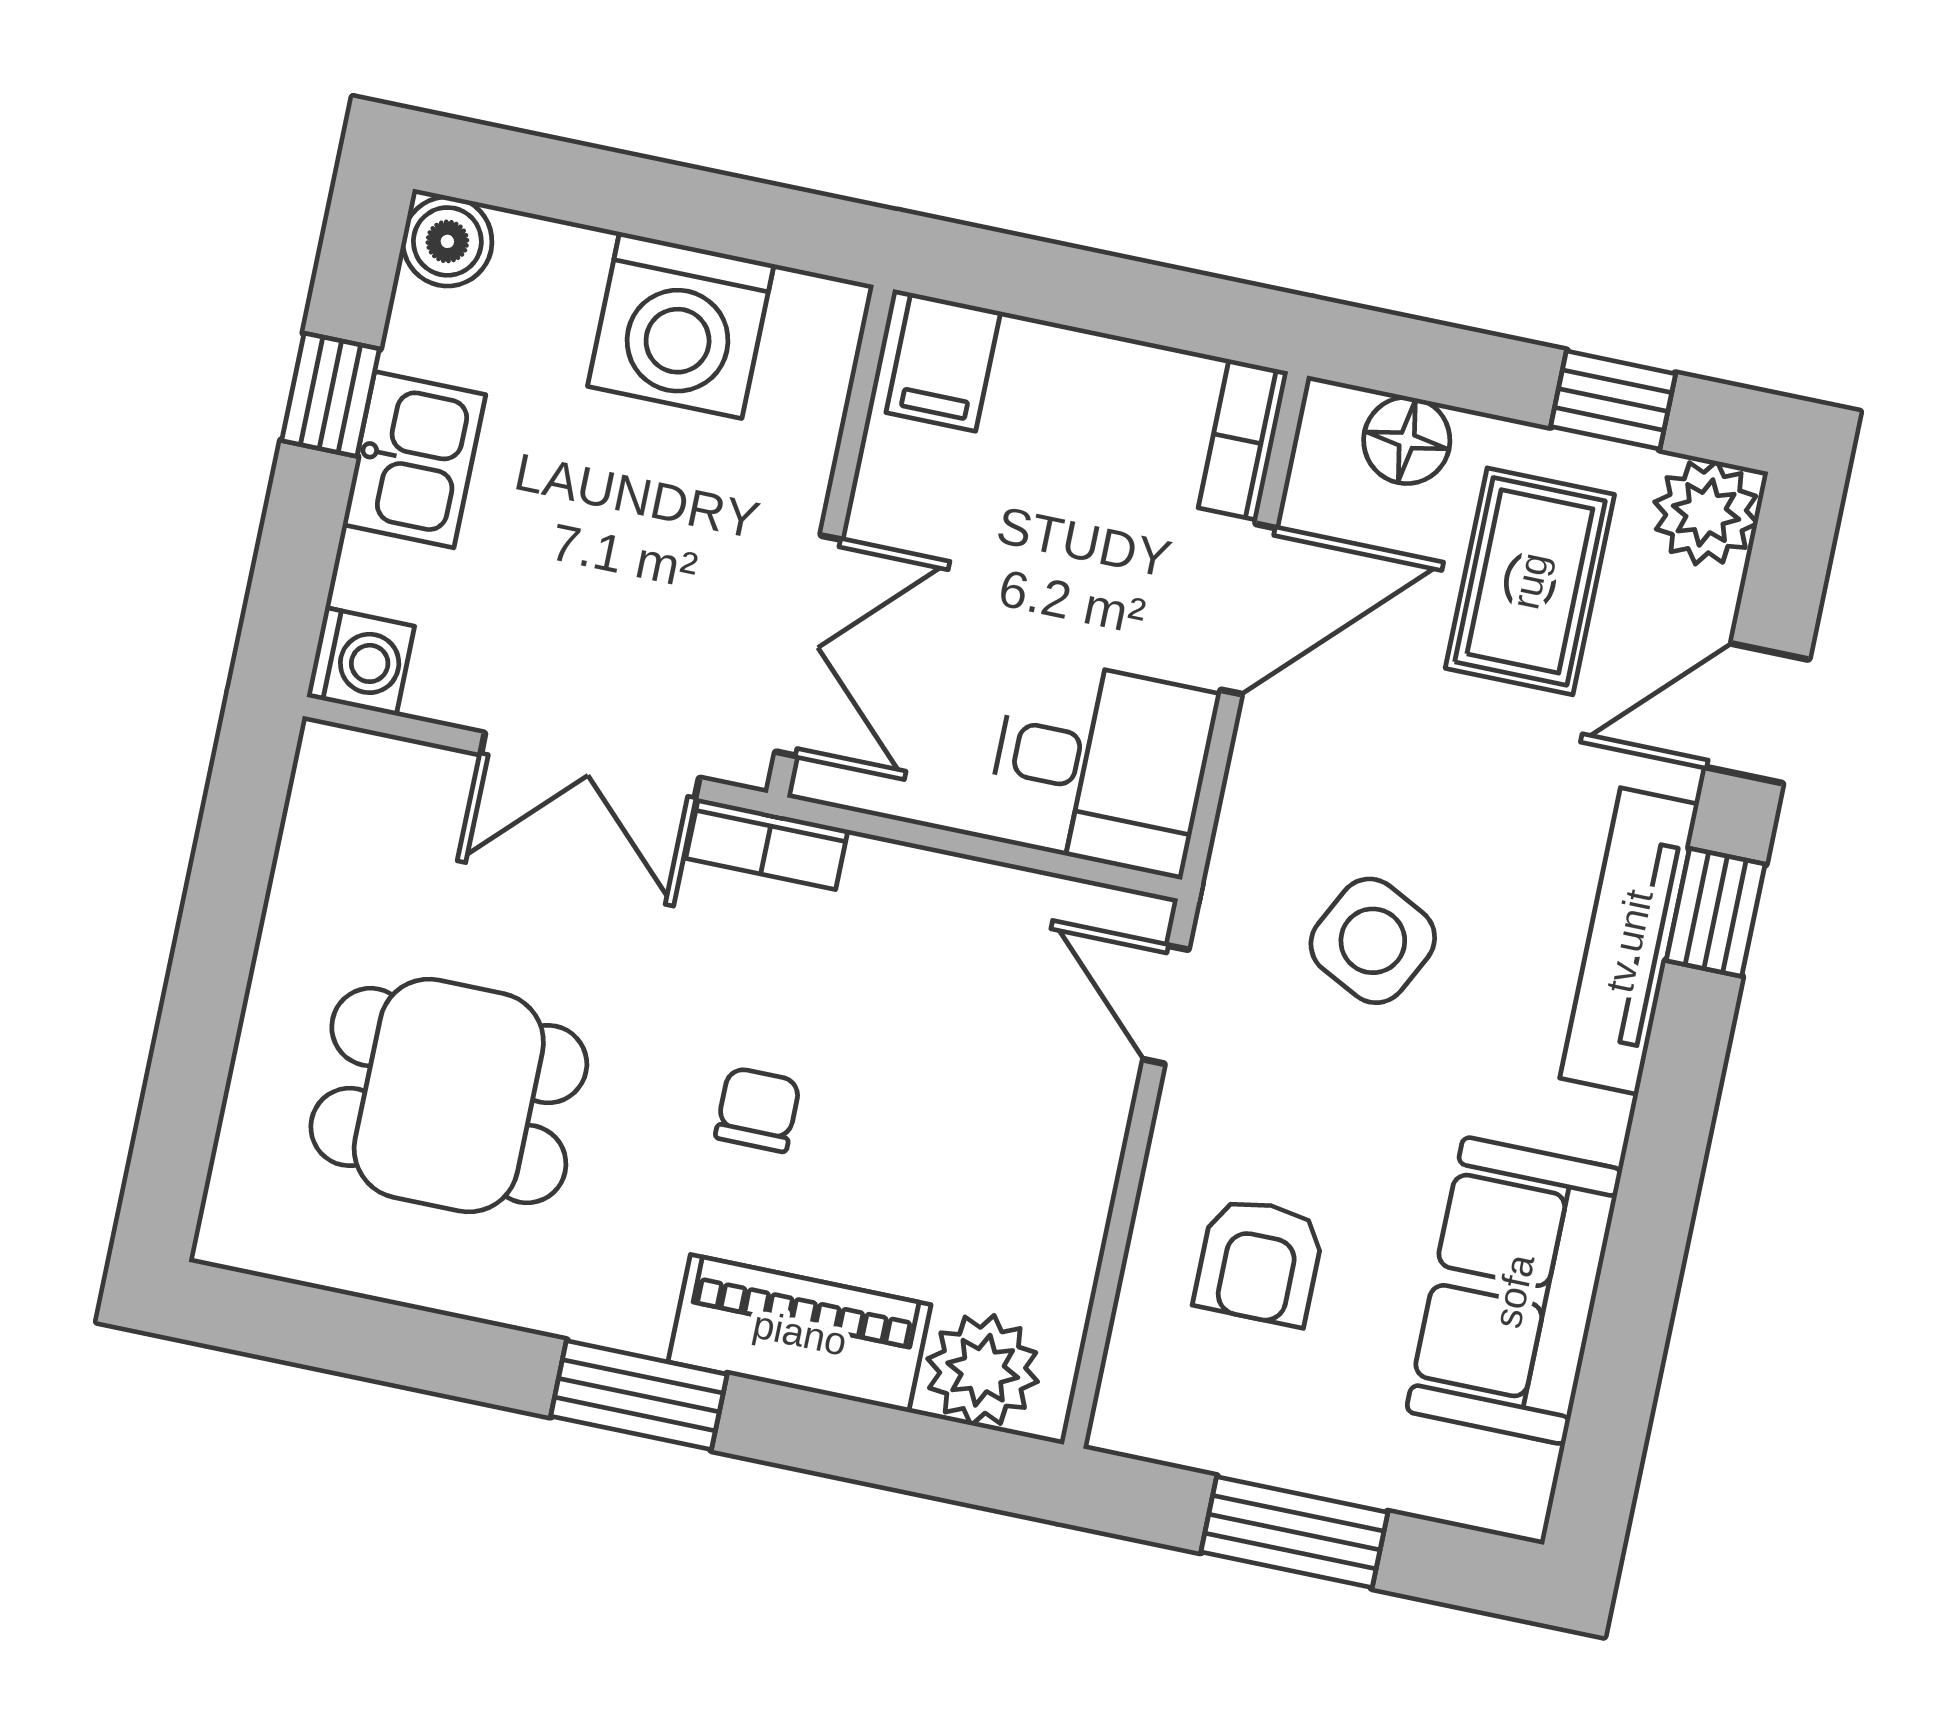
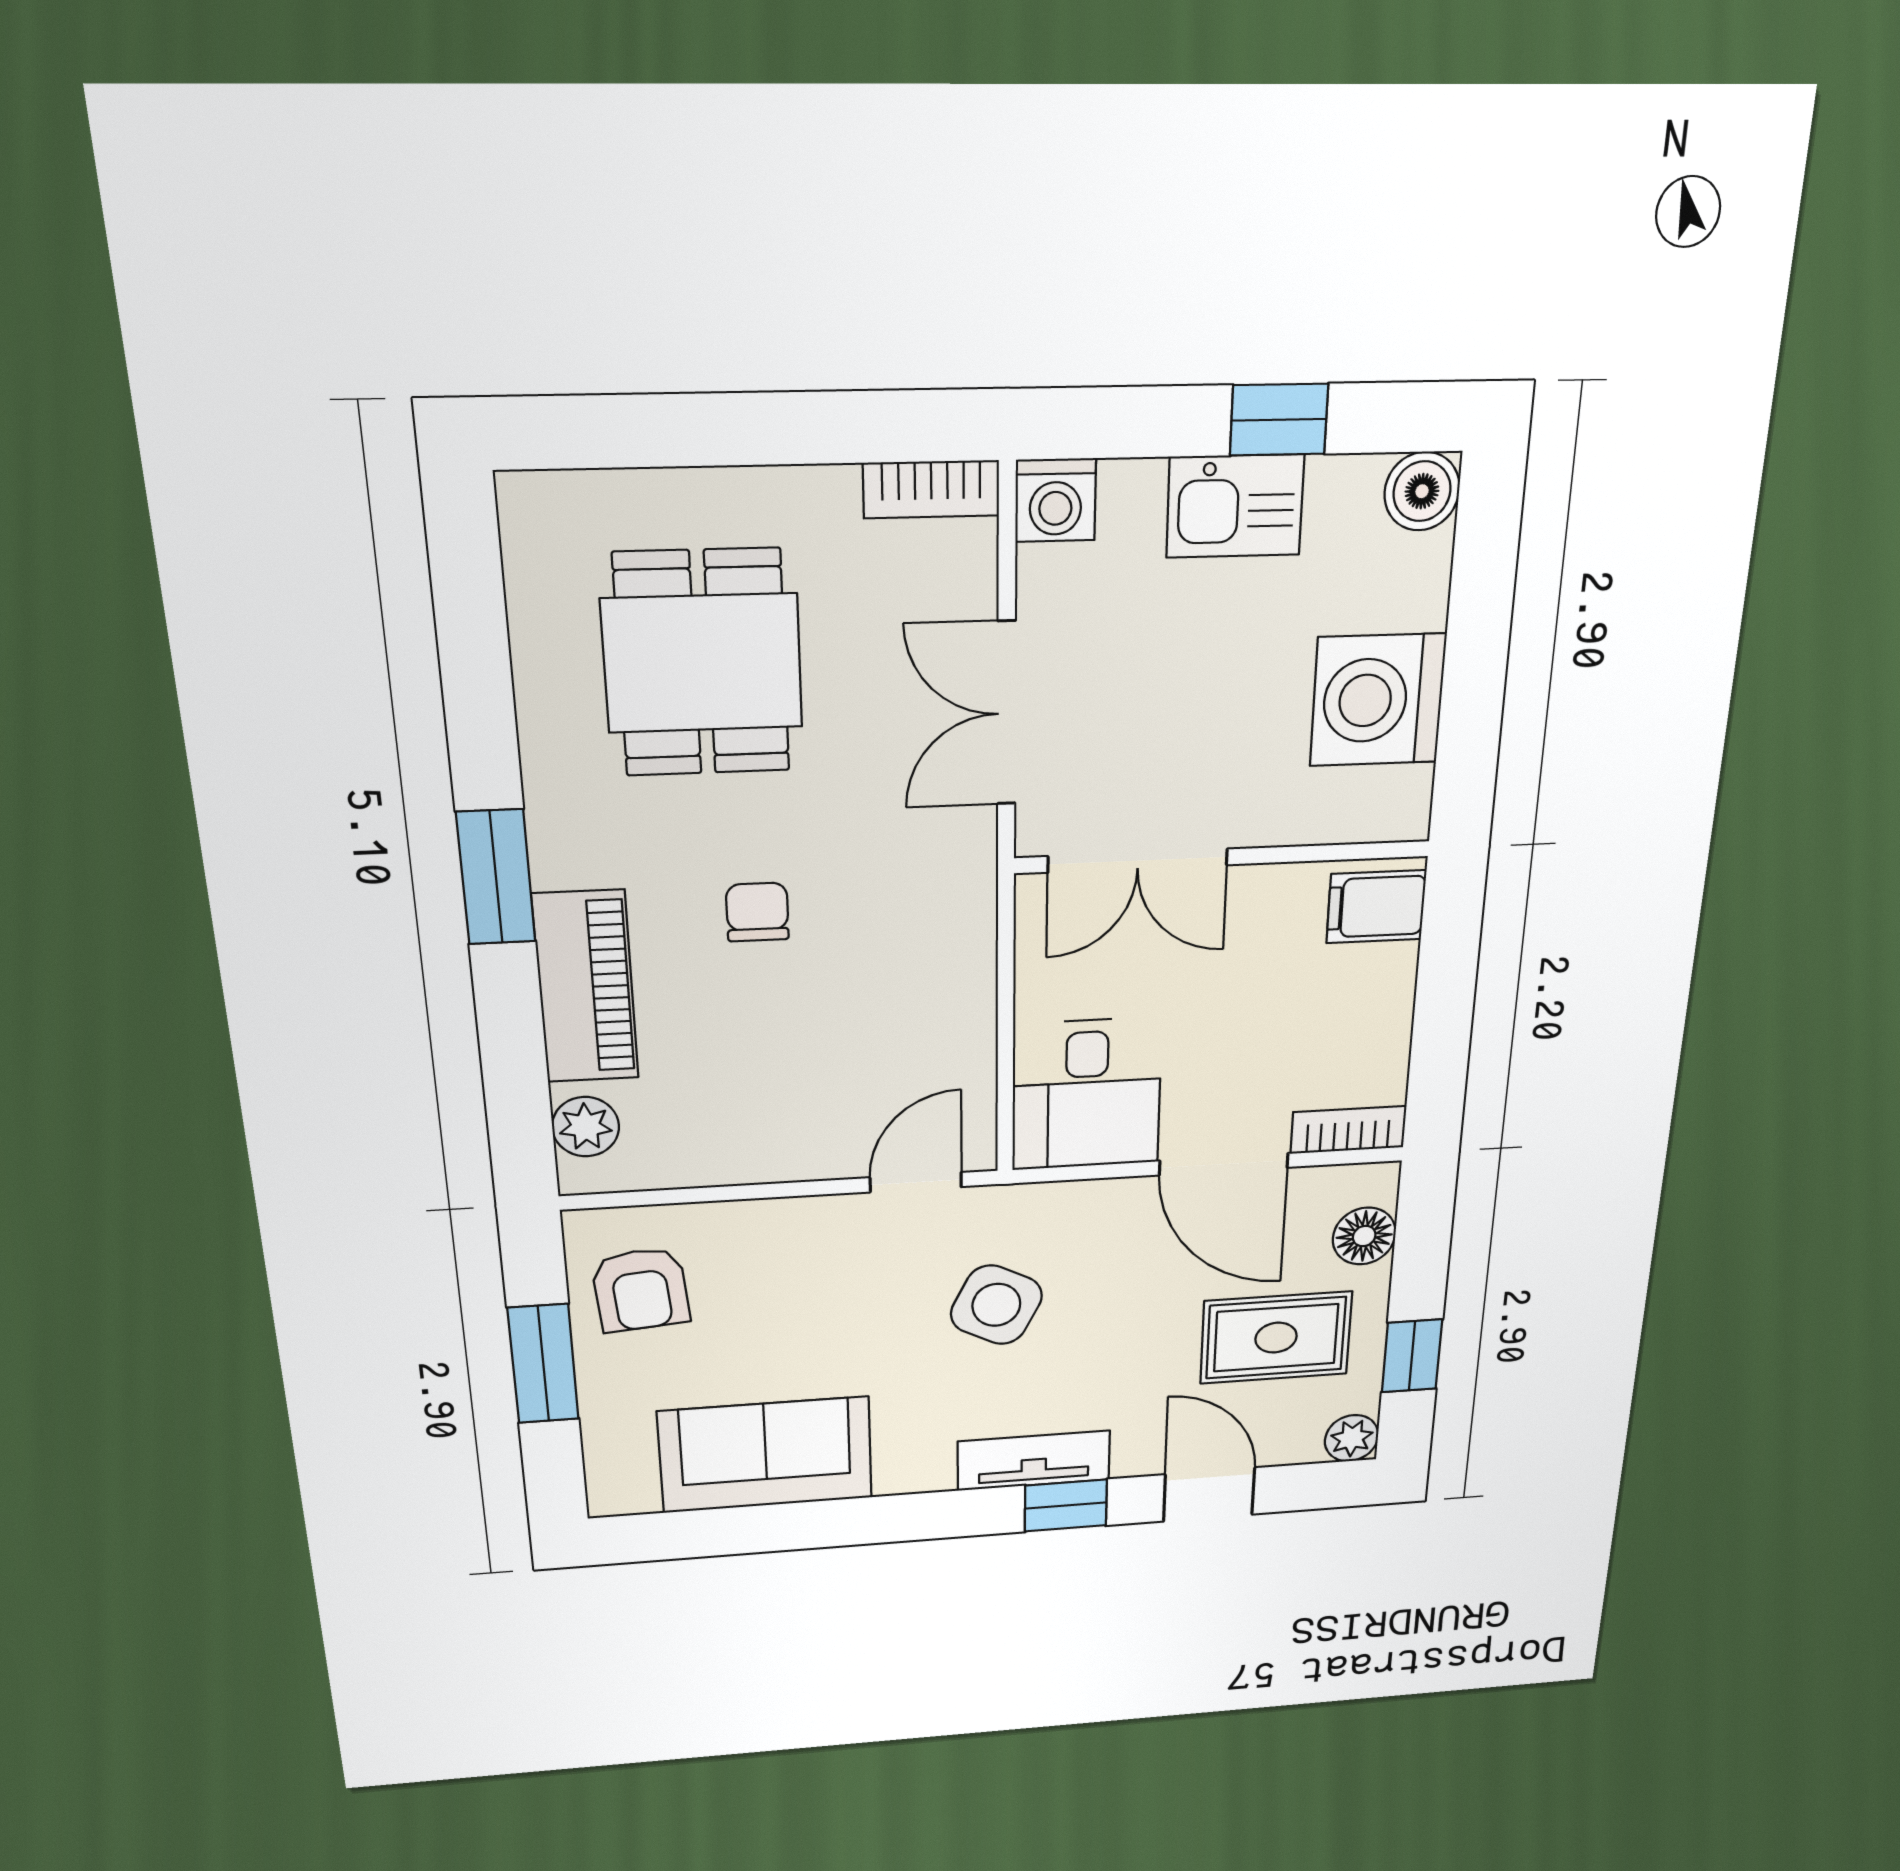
plant: (1706, 513) -> (1352, 1438), width x0.73, depth x0.73
bookcase: (767, 844) -> (931, 489), moved, turned -90
tv unit: (1629, 941) -> (1034, 1461), width x0.71
chair: (758, 1110) -> (757, 912), turned -90
armchair: (1259, 1261) -> (641, 1290), moved, turned -95
plant: (983, 1370) -> (586, 1127), width x0.73, depth x0.73

